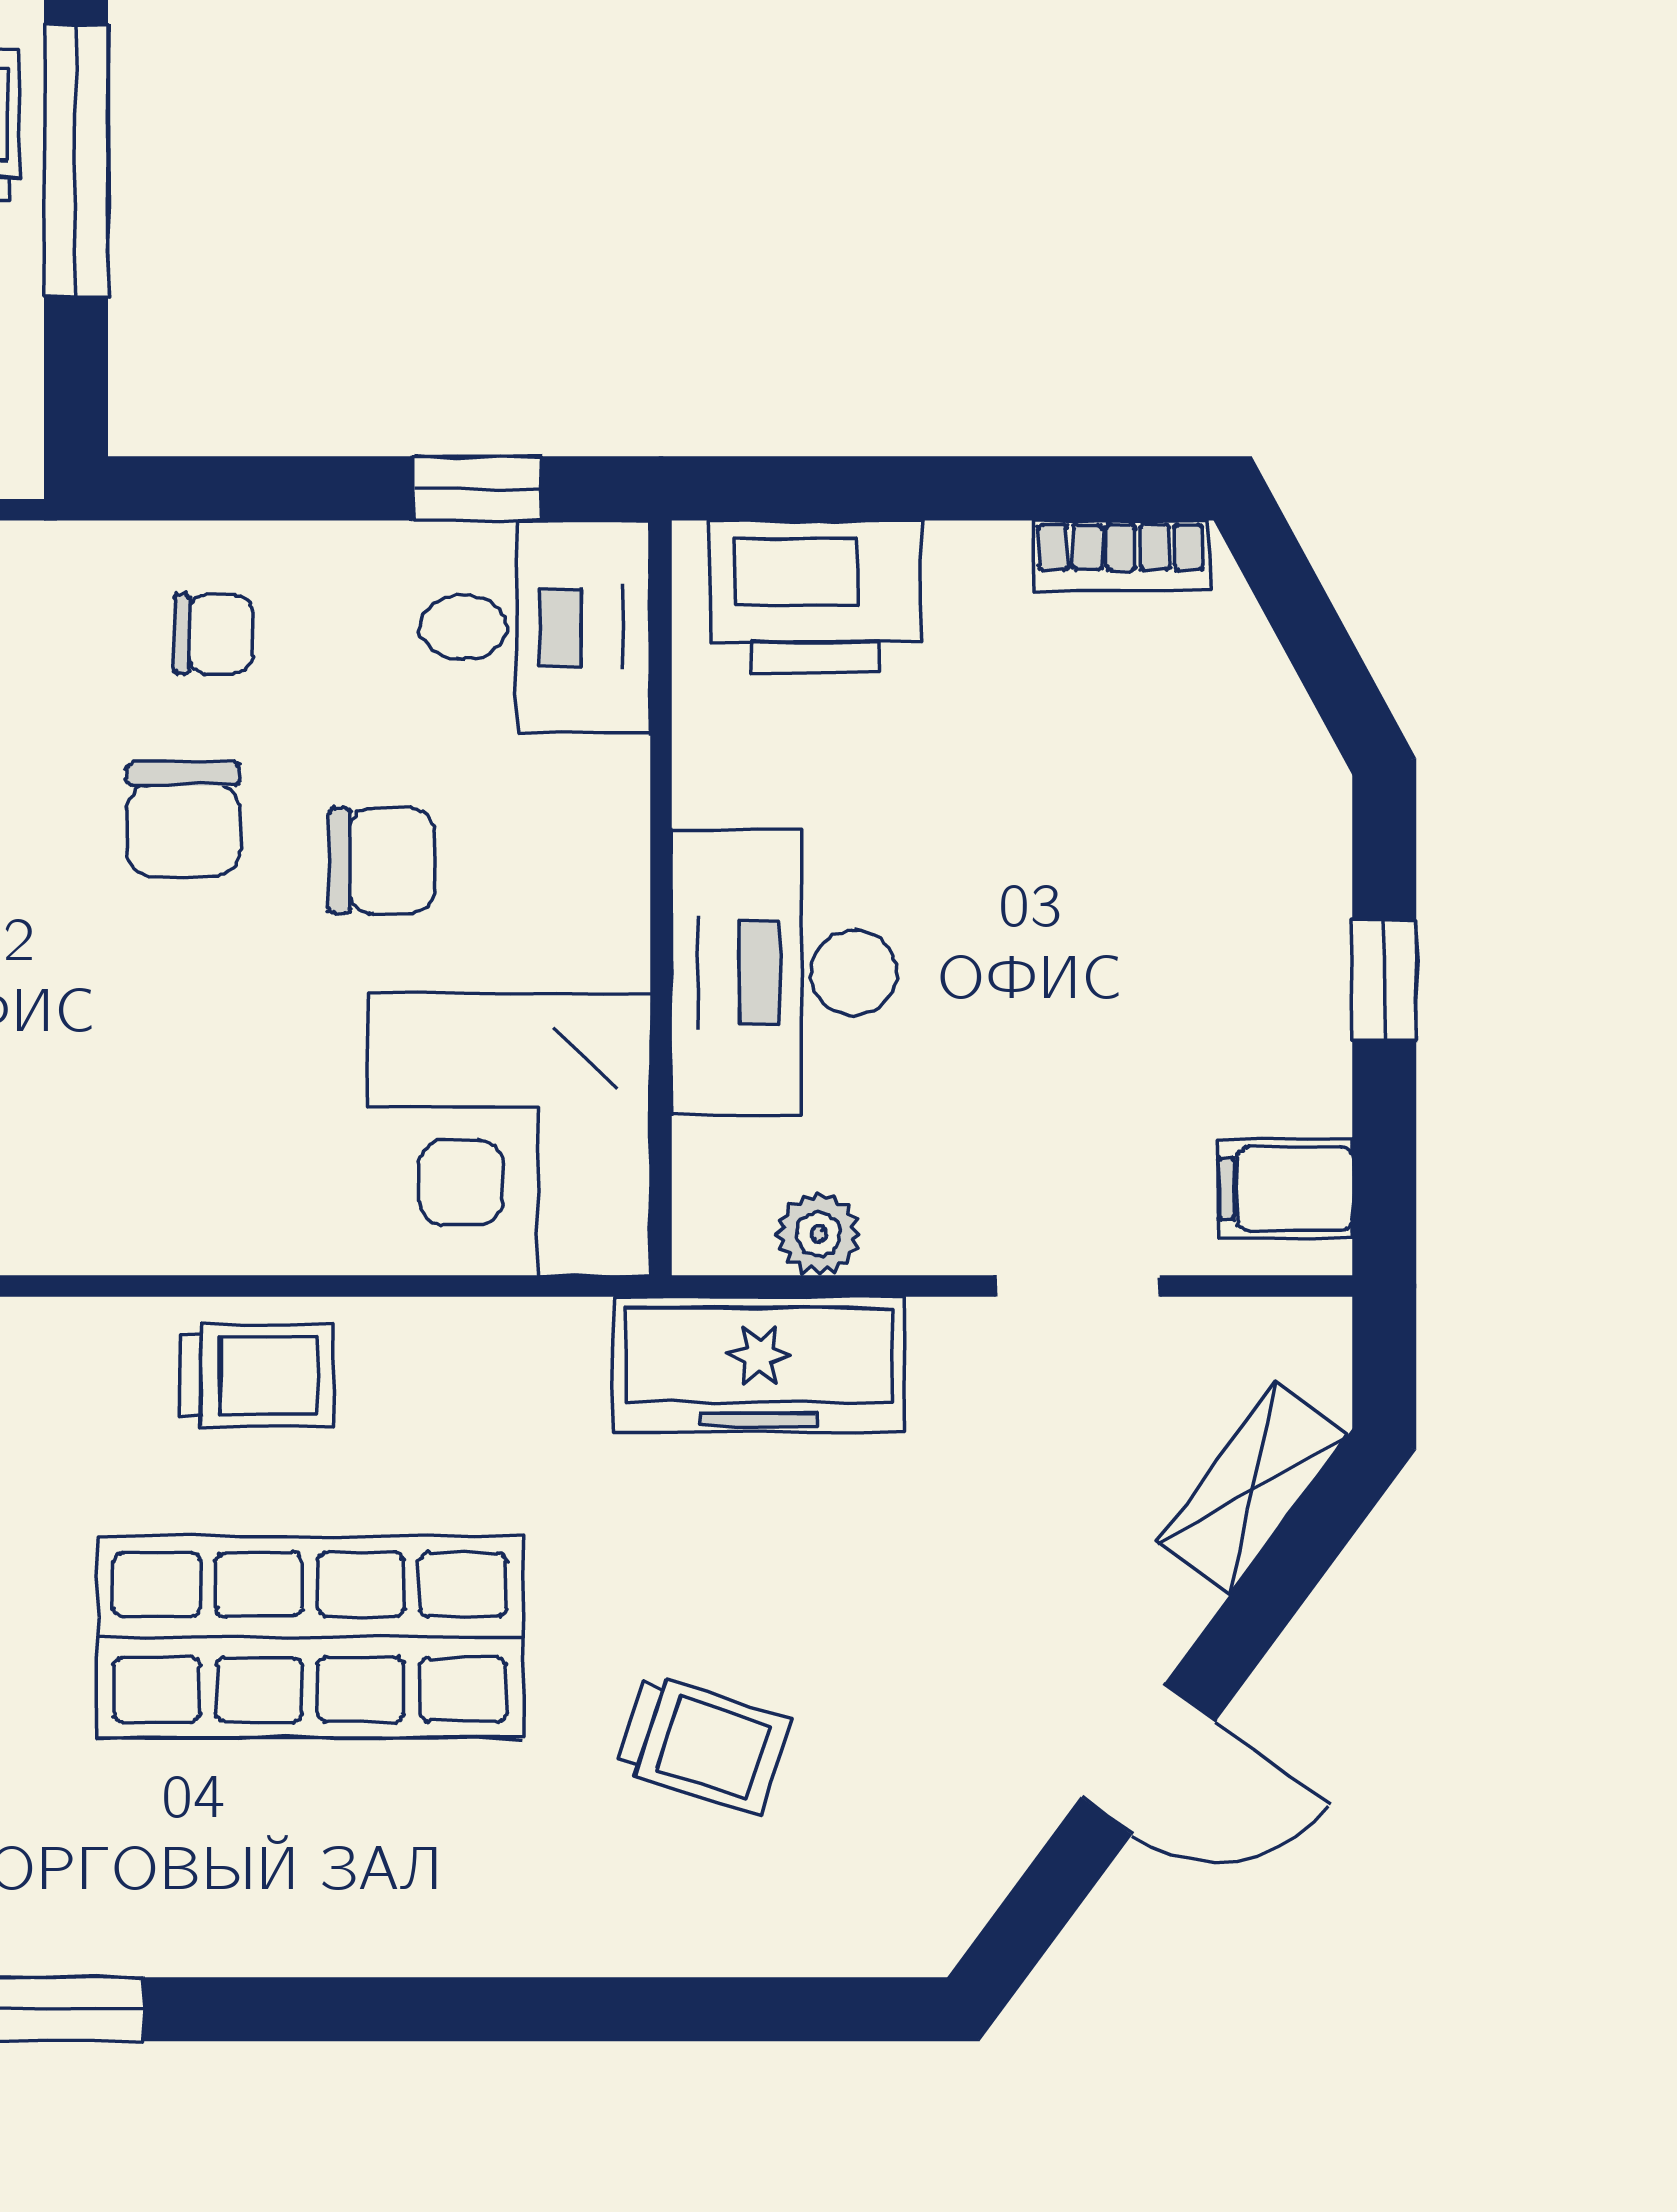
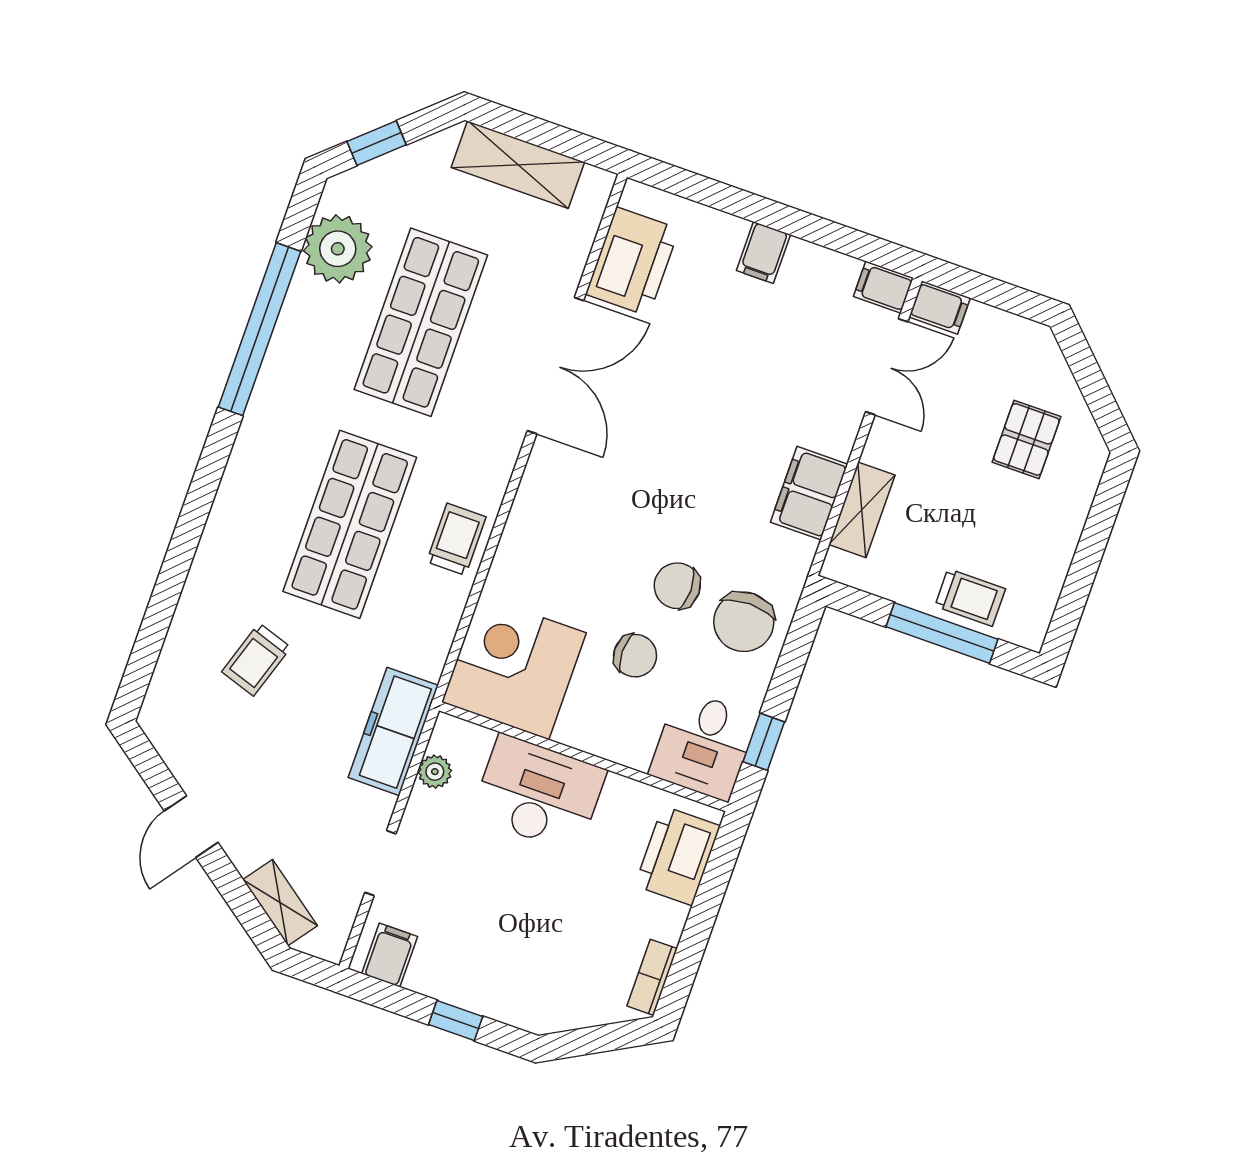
chair: (213, 634) -> (744, 622), width x1.87, depth x1.87
chair: (382, 861) -> (635, 656), turned -90
trolley: (257, 1375) -> (456, 539), turned 180

